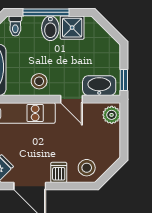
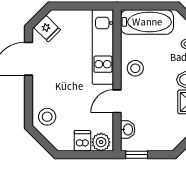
washbasin: (99, 86) -> (128, 130), width x0.52, depth x0.69
dishwasher: (59, 172) -> (82, 141), moved, turned -90

